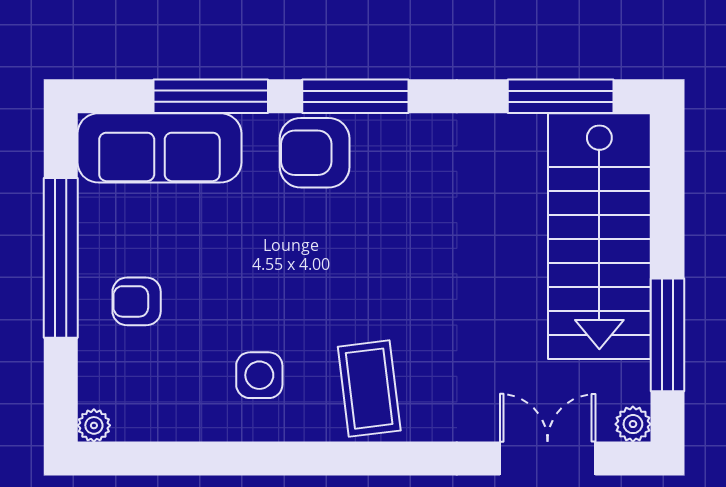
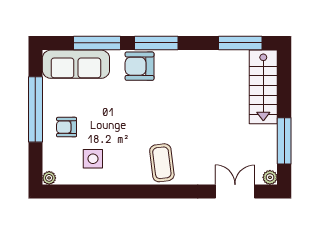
stairs: (599, 236) -> (263, 87), width x0.73, depth x0.66
side table: (259, 375) -> (93, 159), moved

